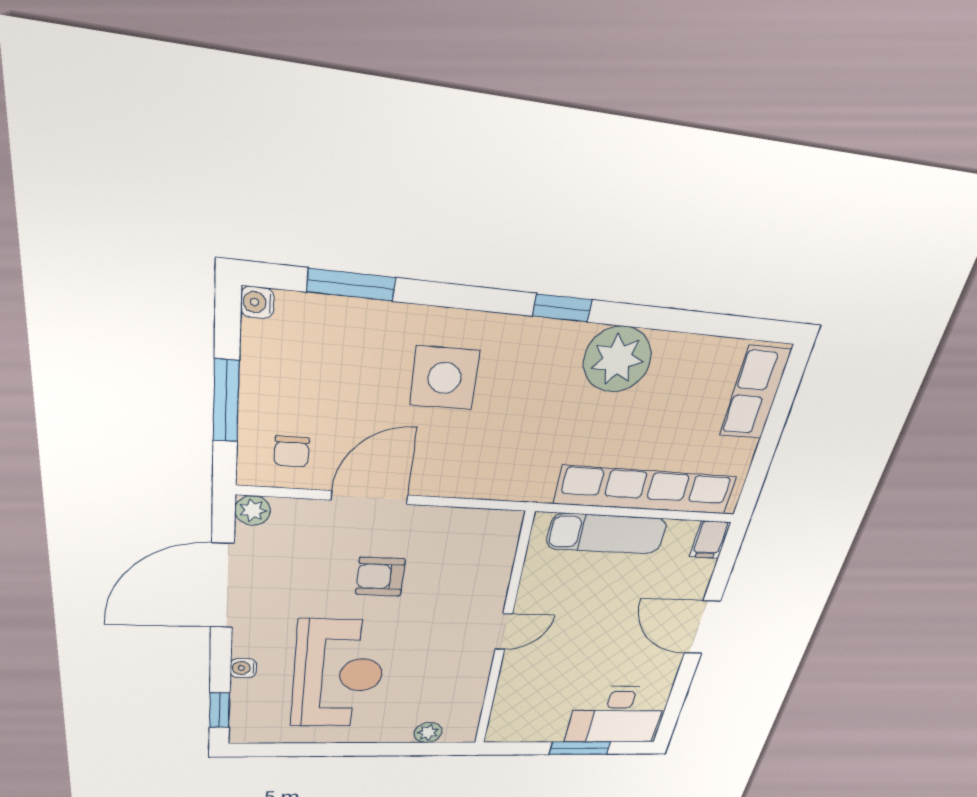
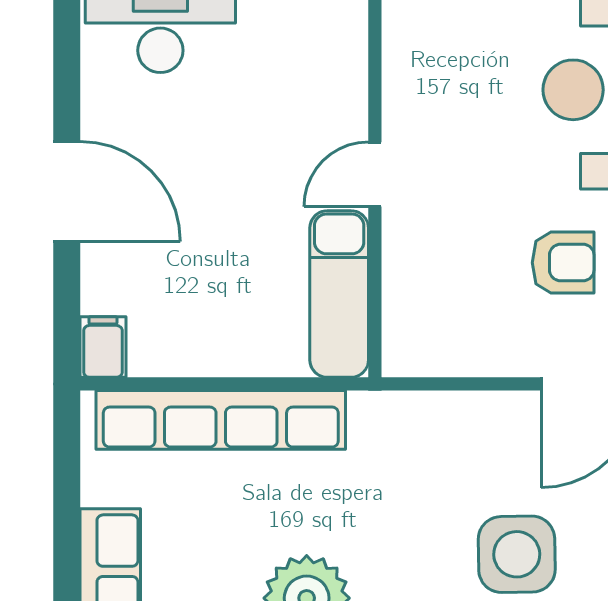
exam couch: (607, 534) -> (339, 294), moved, turned -90

